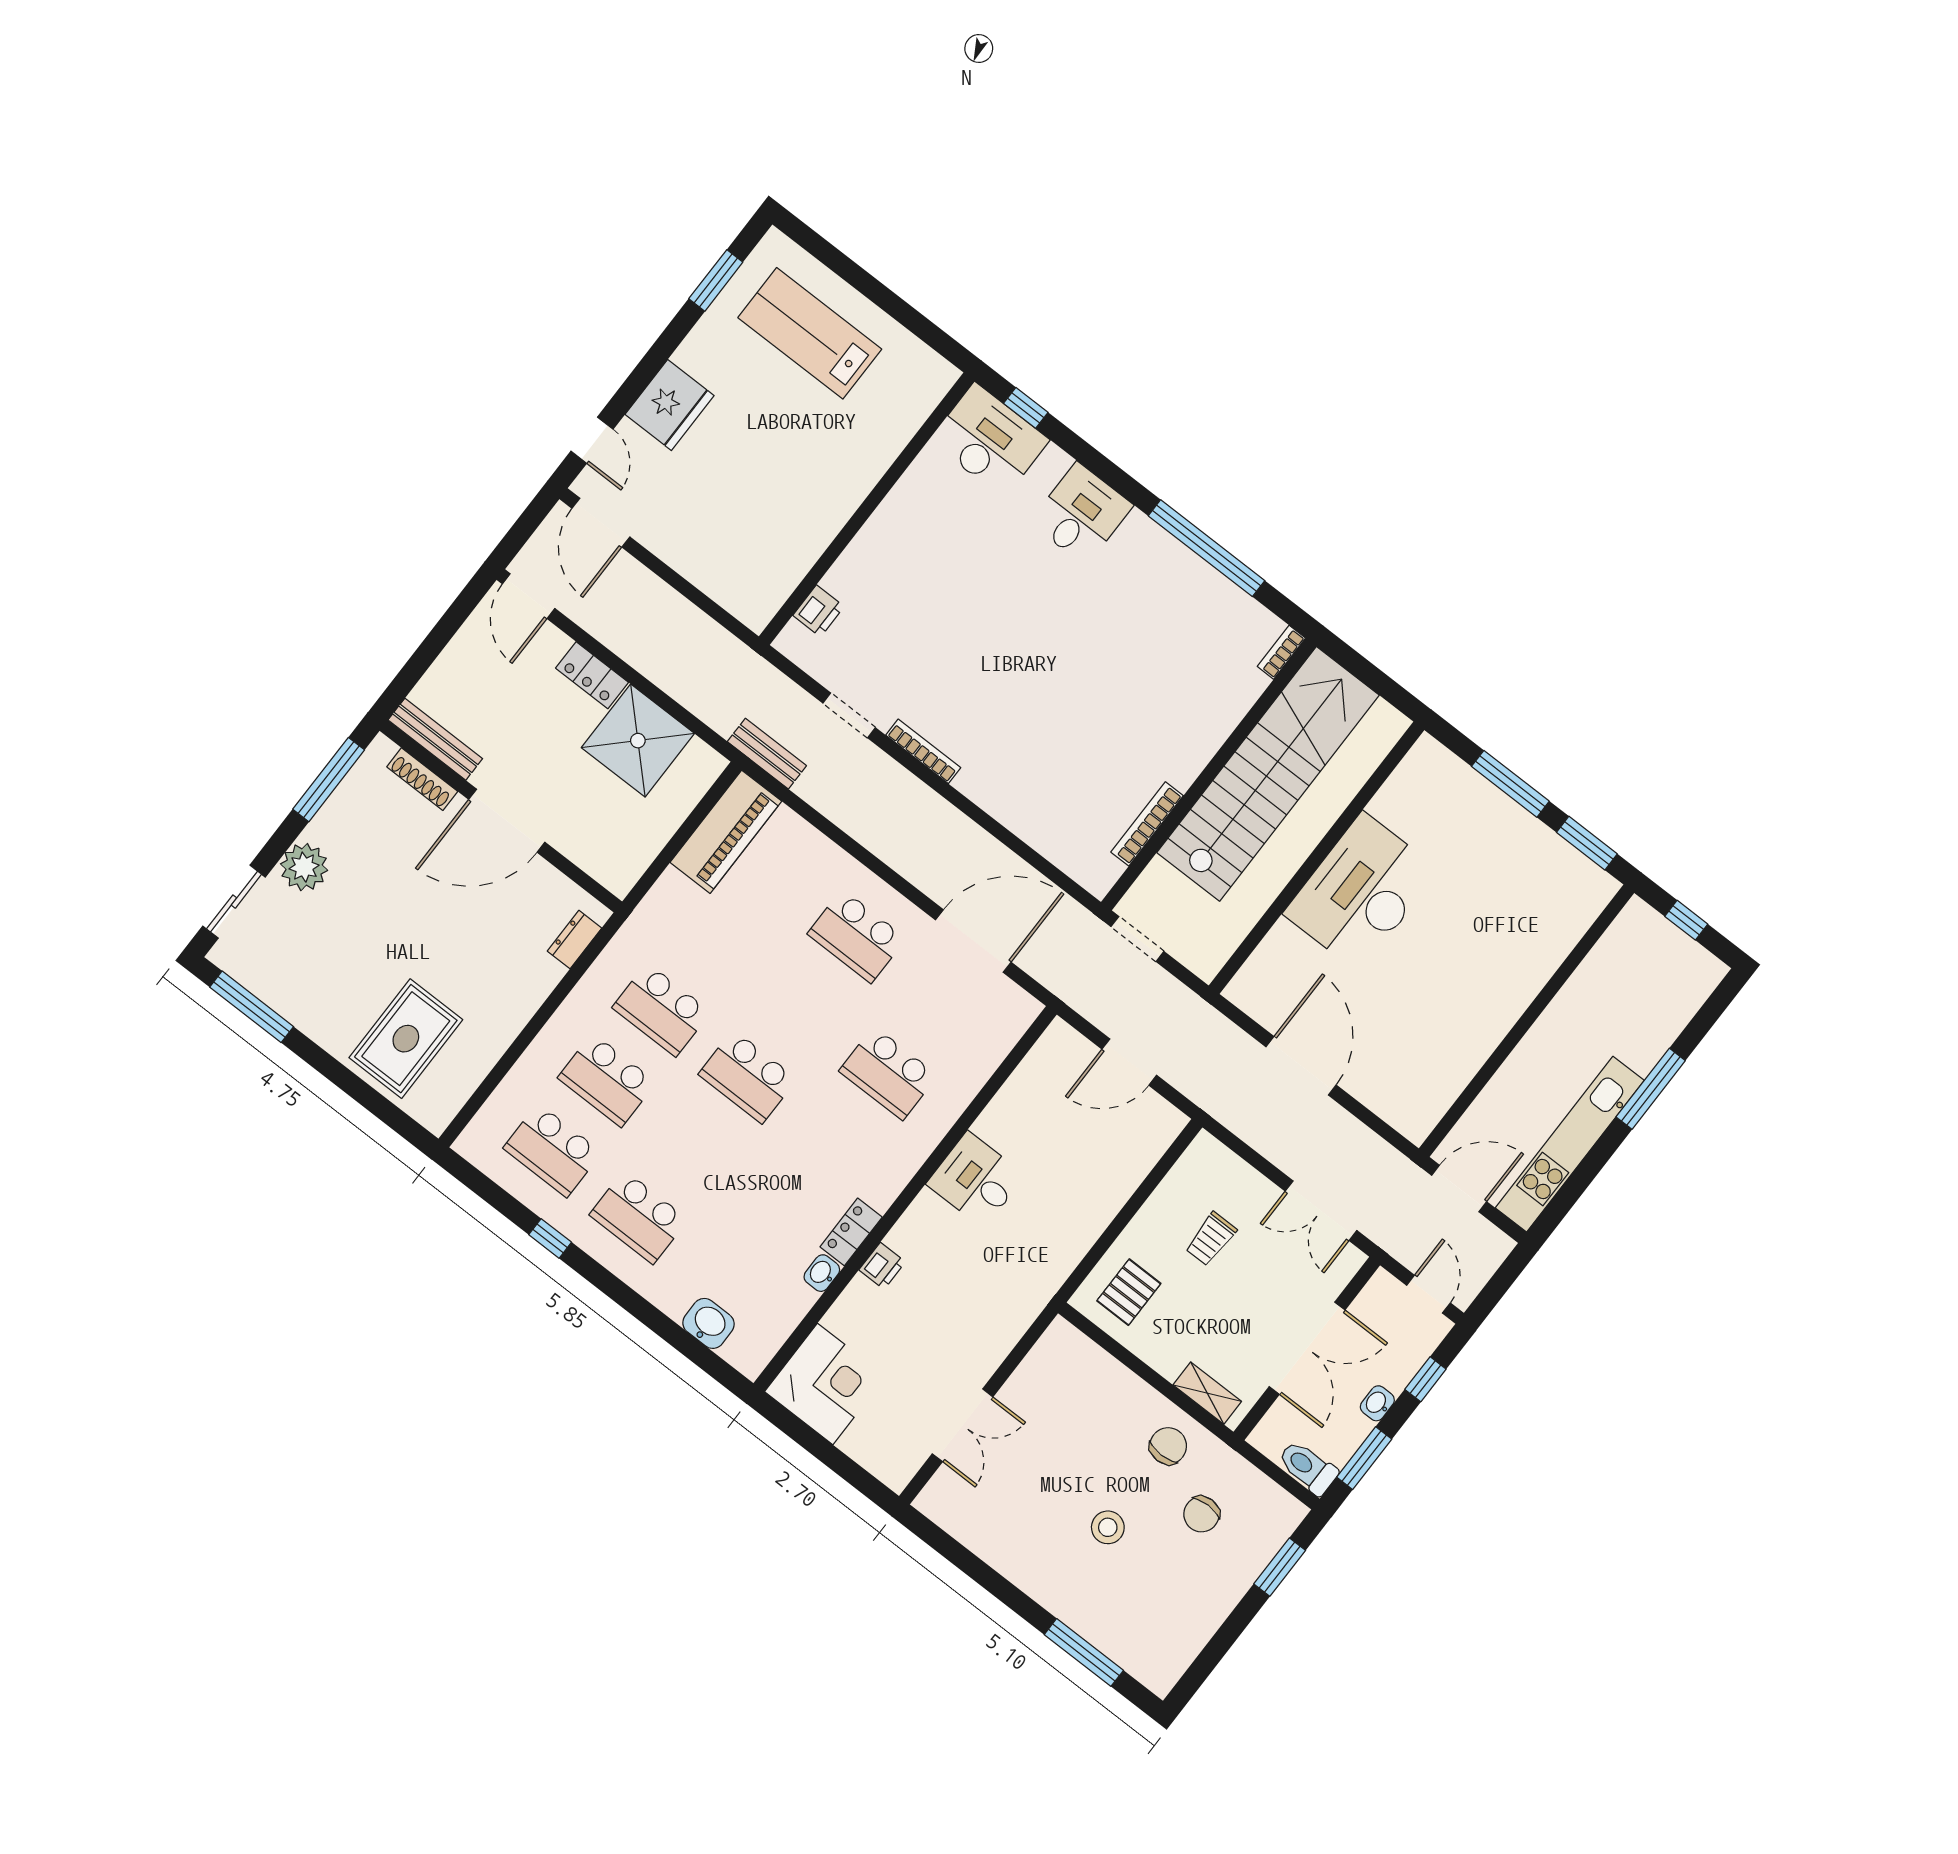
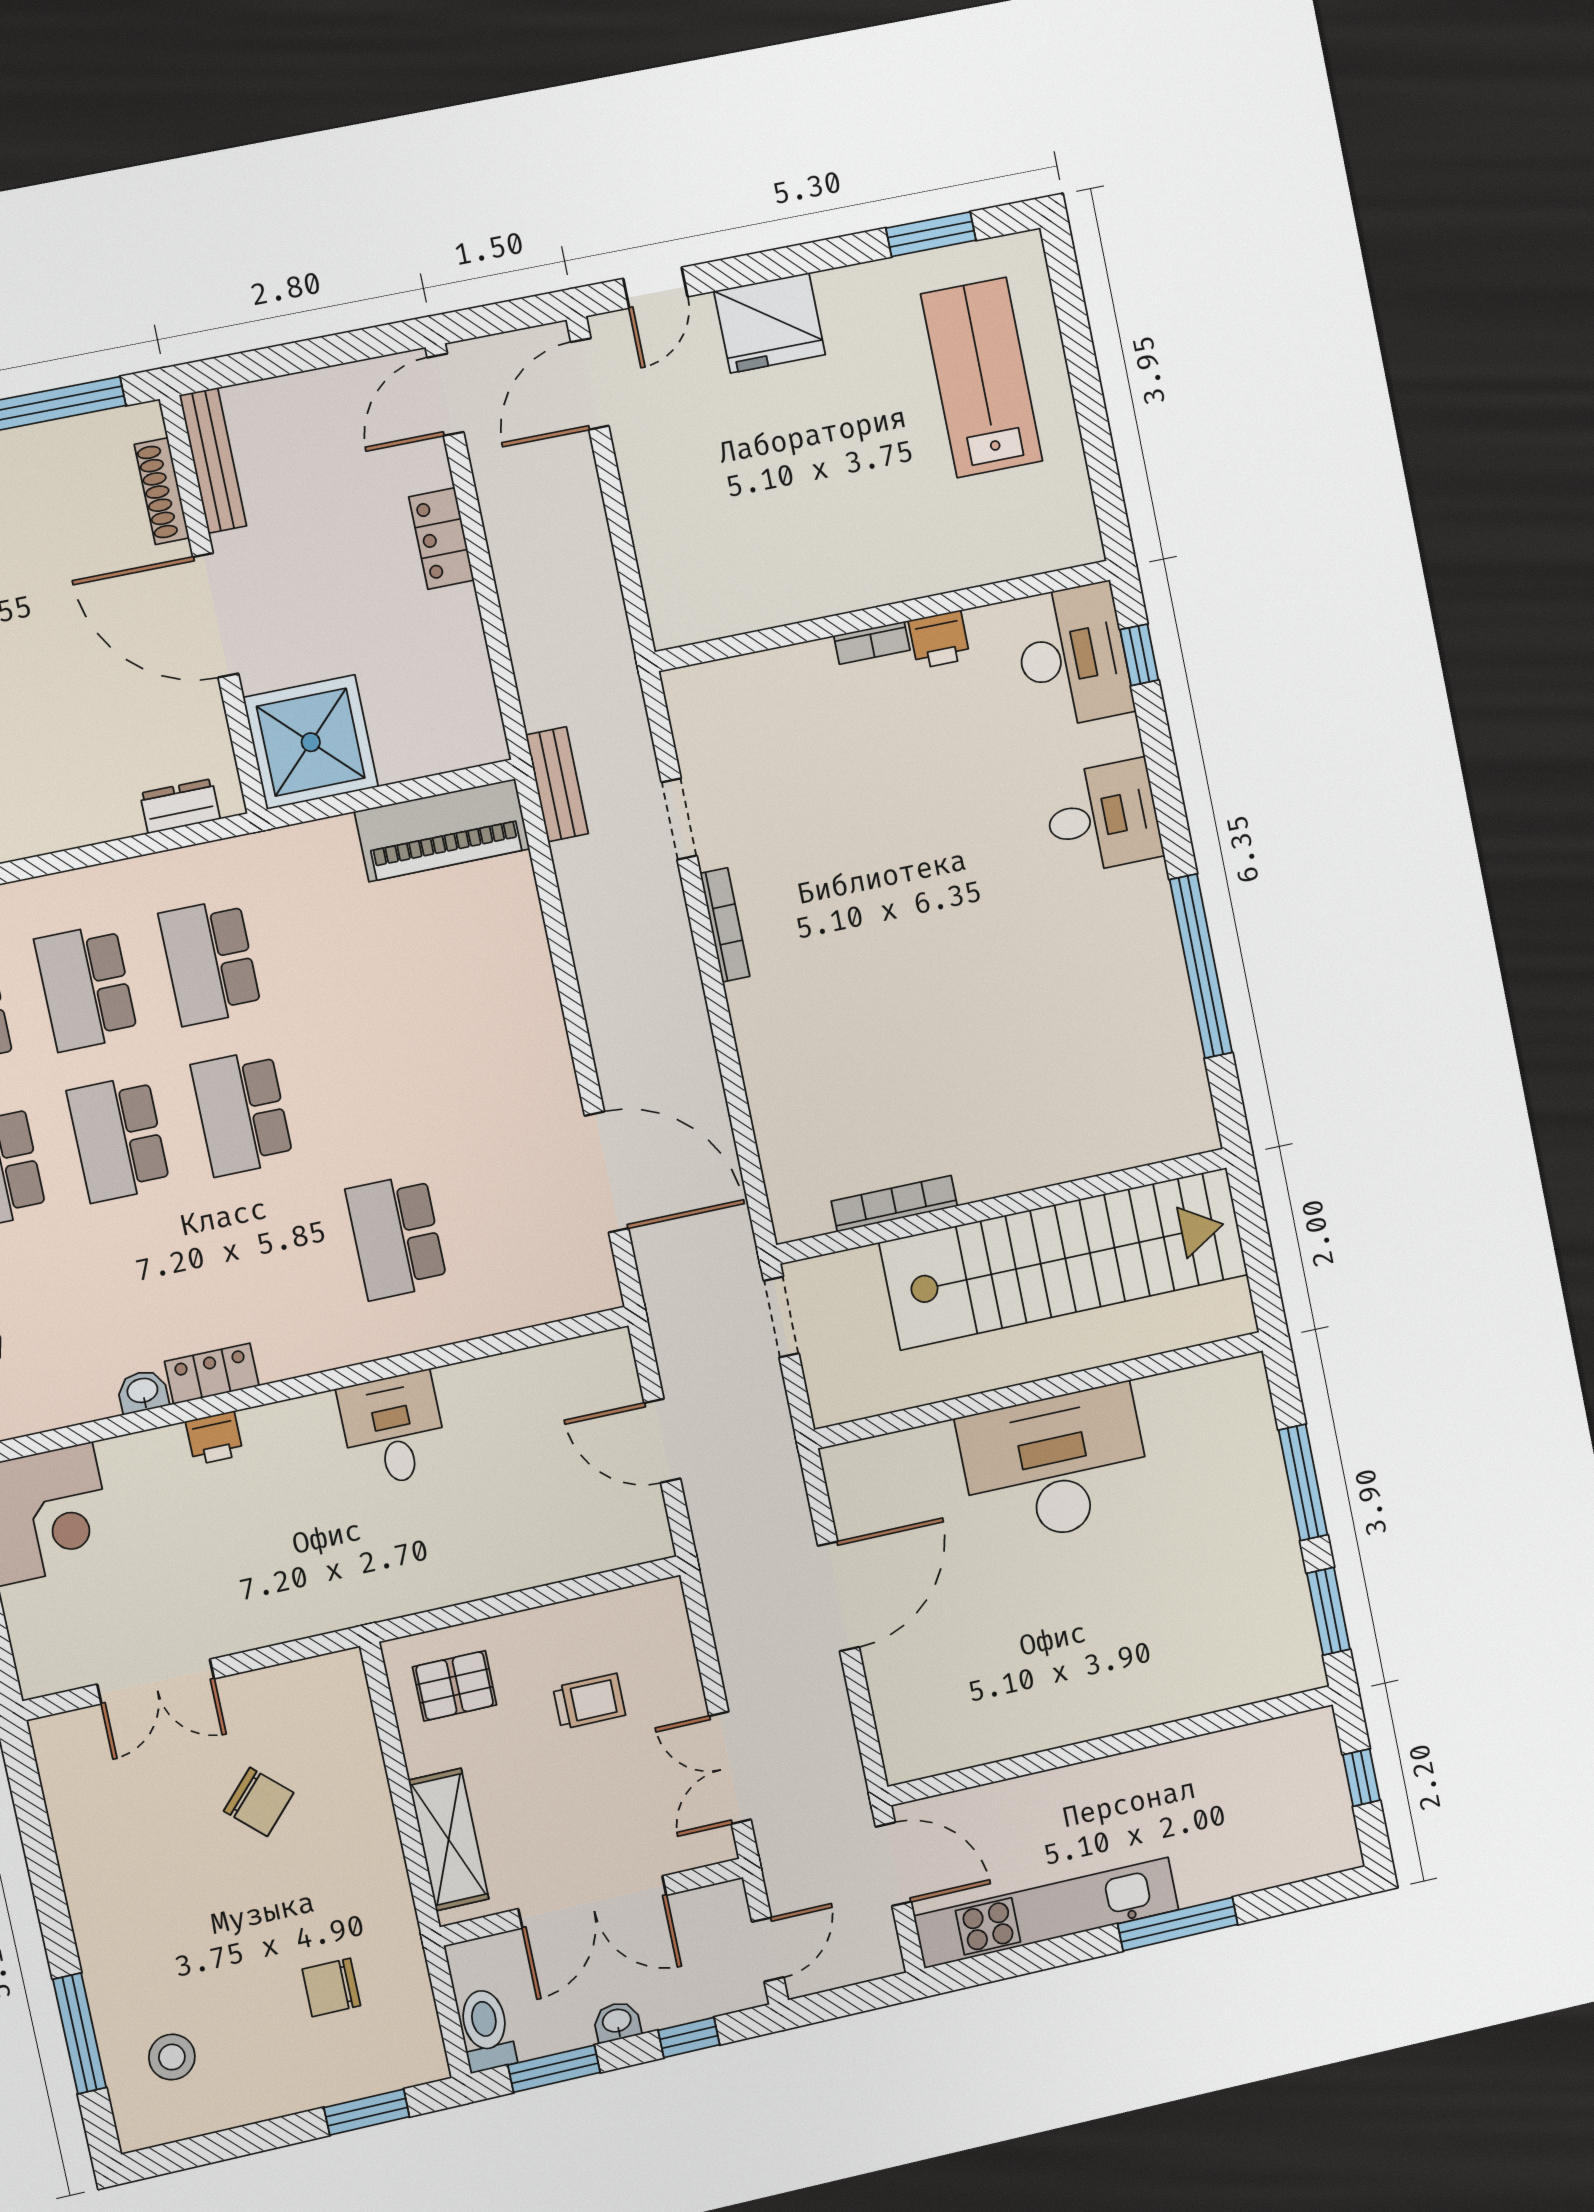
printer: (818, 611) -> (939, 640), moved
bookcase: (1281, 652) -> (872, 643), moved, turned 180
shower: (638, 741) -> (311, 742), moved
school desk: (857, 936) -> (119, 1139), moved
trolley: (1211, 1239) -> (589, 1701), turned 180
shelving: (1207, 1393) -> (449, 1840), width x1.50, depth x1.33
chair: (1168, 1446) -> (259, 1802), moved, turned 43
stool: (1108, 1527) -> (172, 2057), moved

